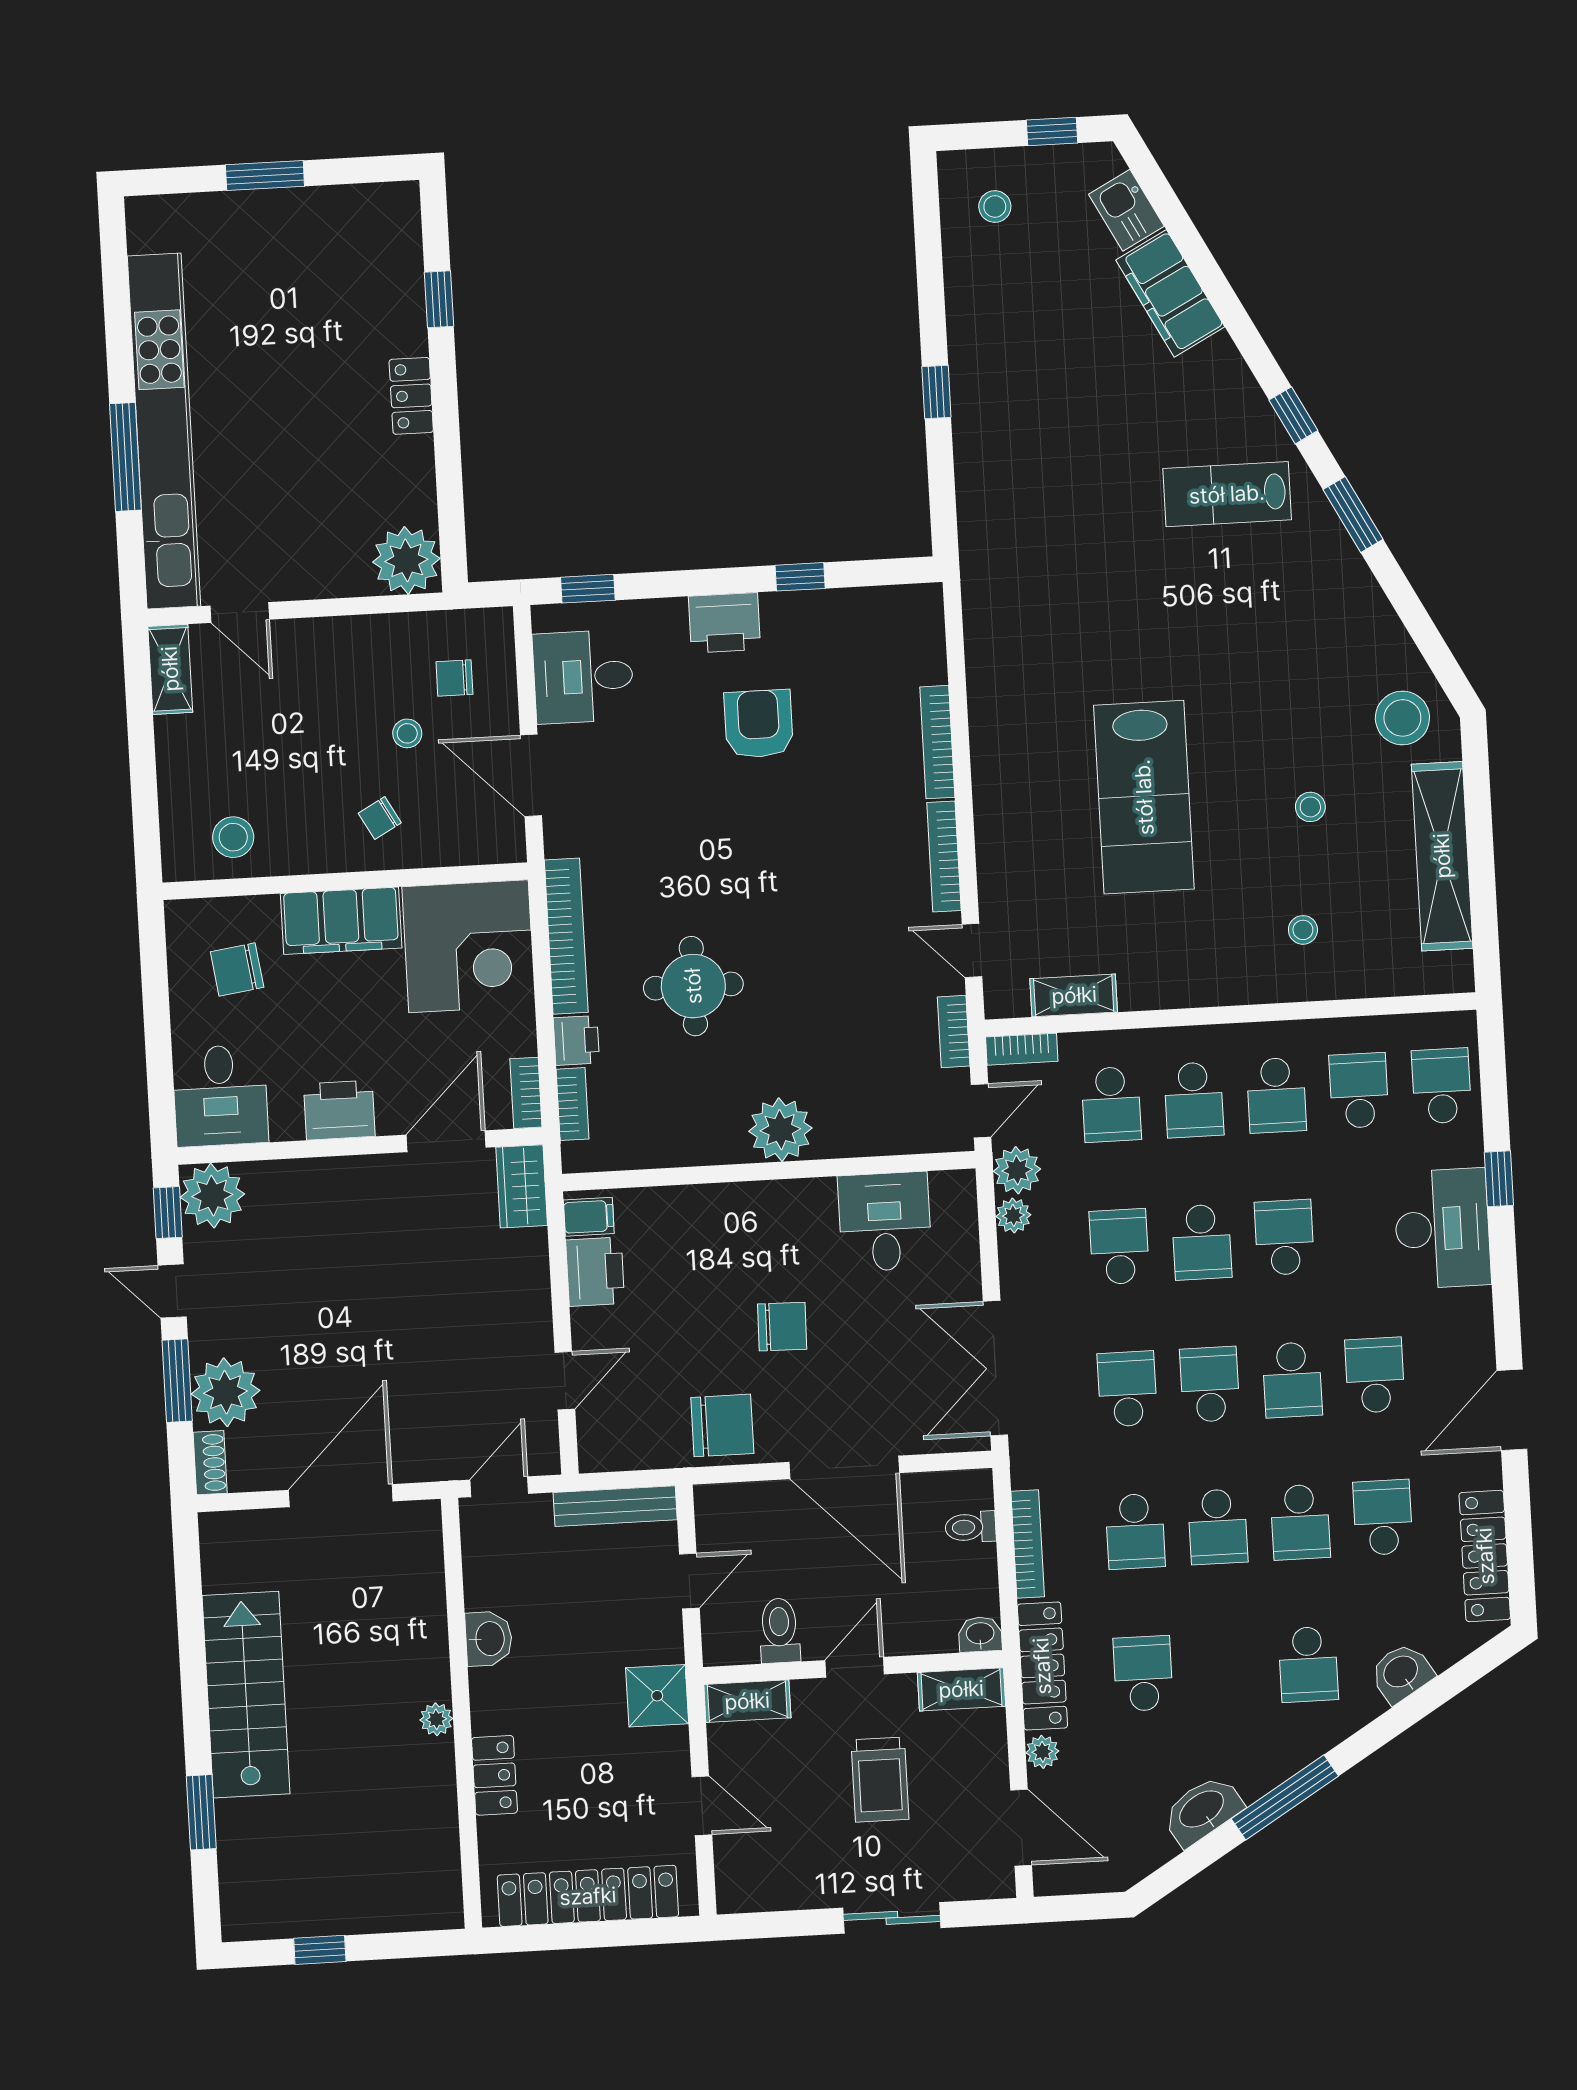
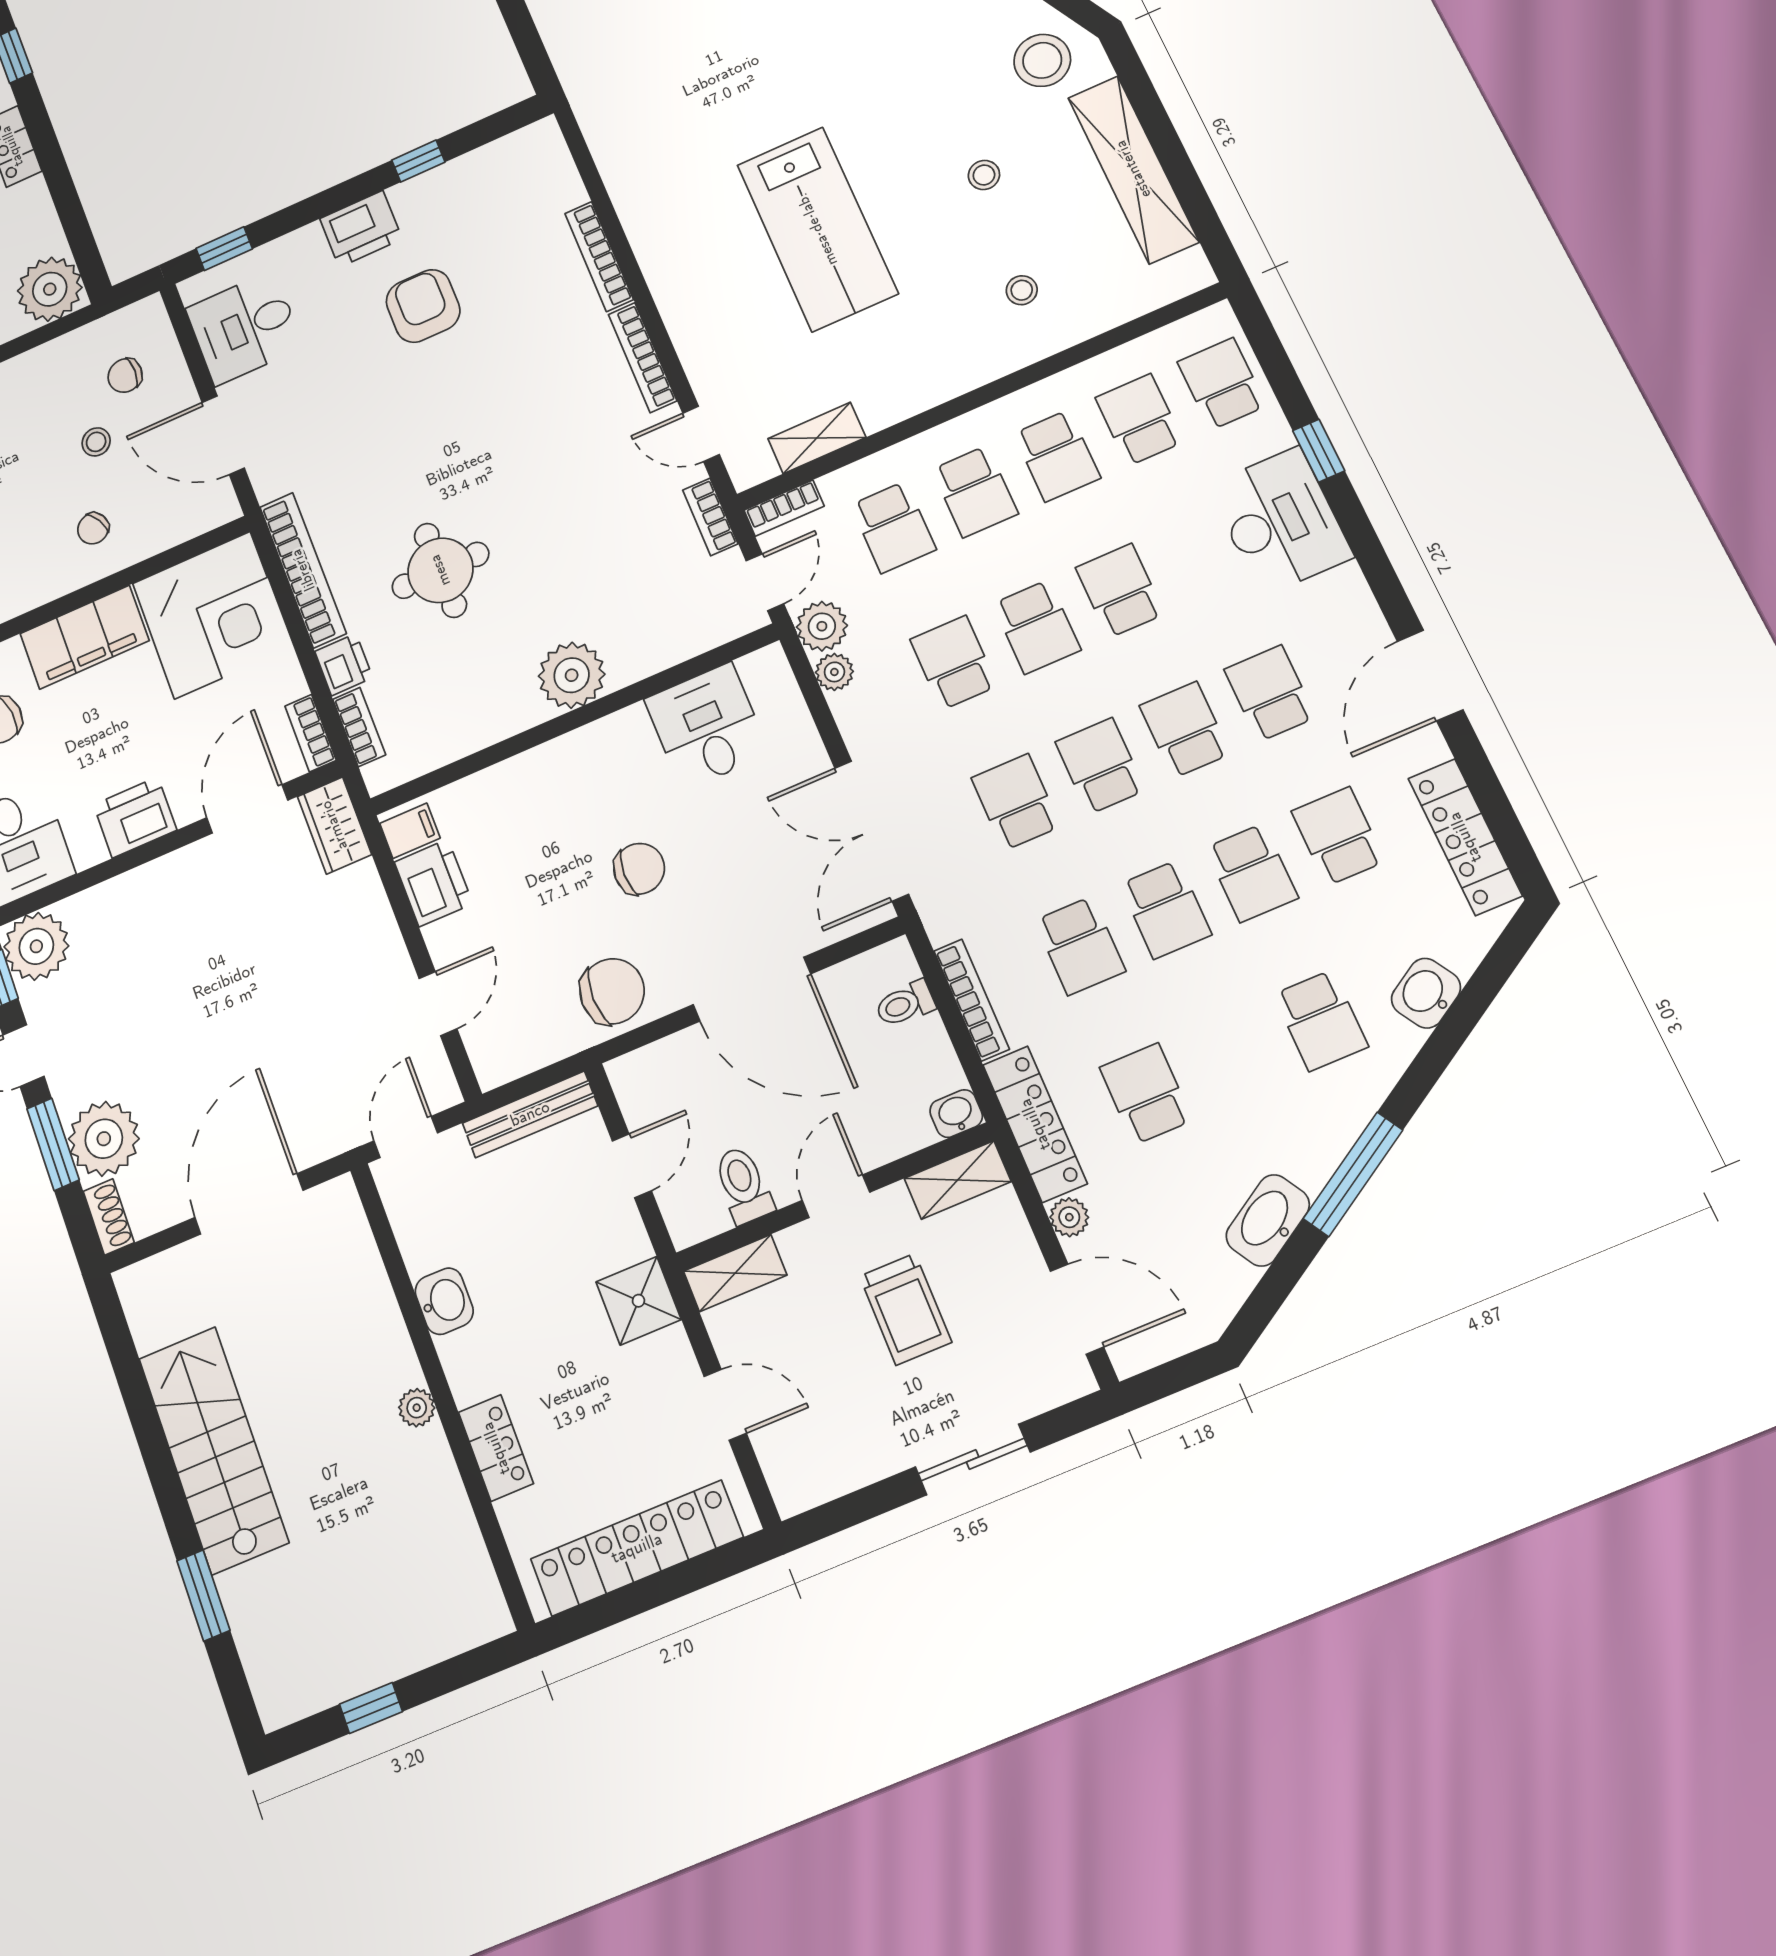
school desk: (1292, 1380) -> (1185, 730), turned 180

